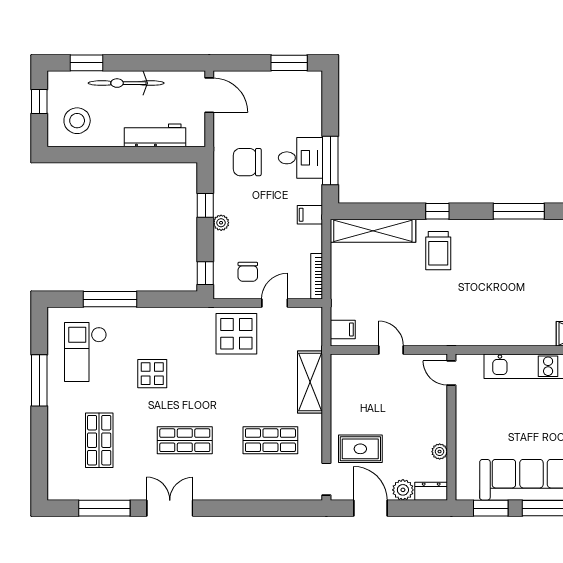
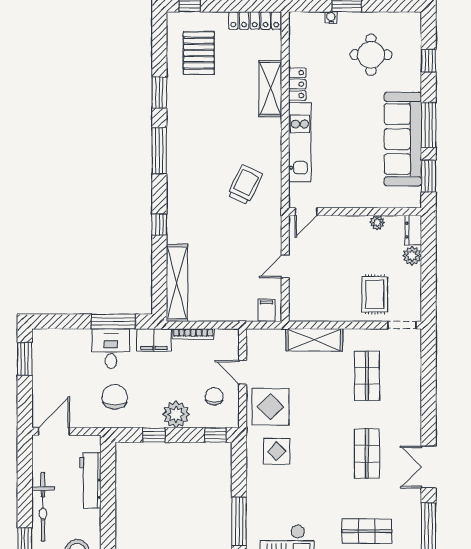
chair: (247, 162) -> (115, 397), turned 180
filing cabinet: (310, 215) -> (154, 340), width x2.00
plant: (221, 223) -> (176, 414), width x1.87, depth x1.87
trolley: (438, 251) -> (245, 185), moved, turned -64
chair: (248, 272) -> (214, 396), turned -90
bookcase: (317, 276) -> (193, 334), moved
display table: (152, 374) -> (277, 451), moved
door: (370, 508) -> (429, 285), removed

